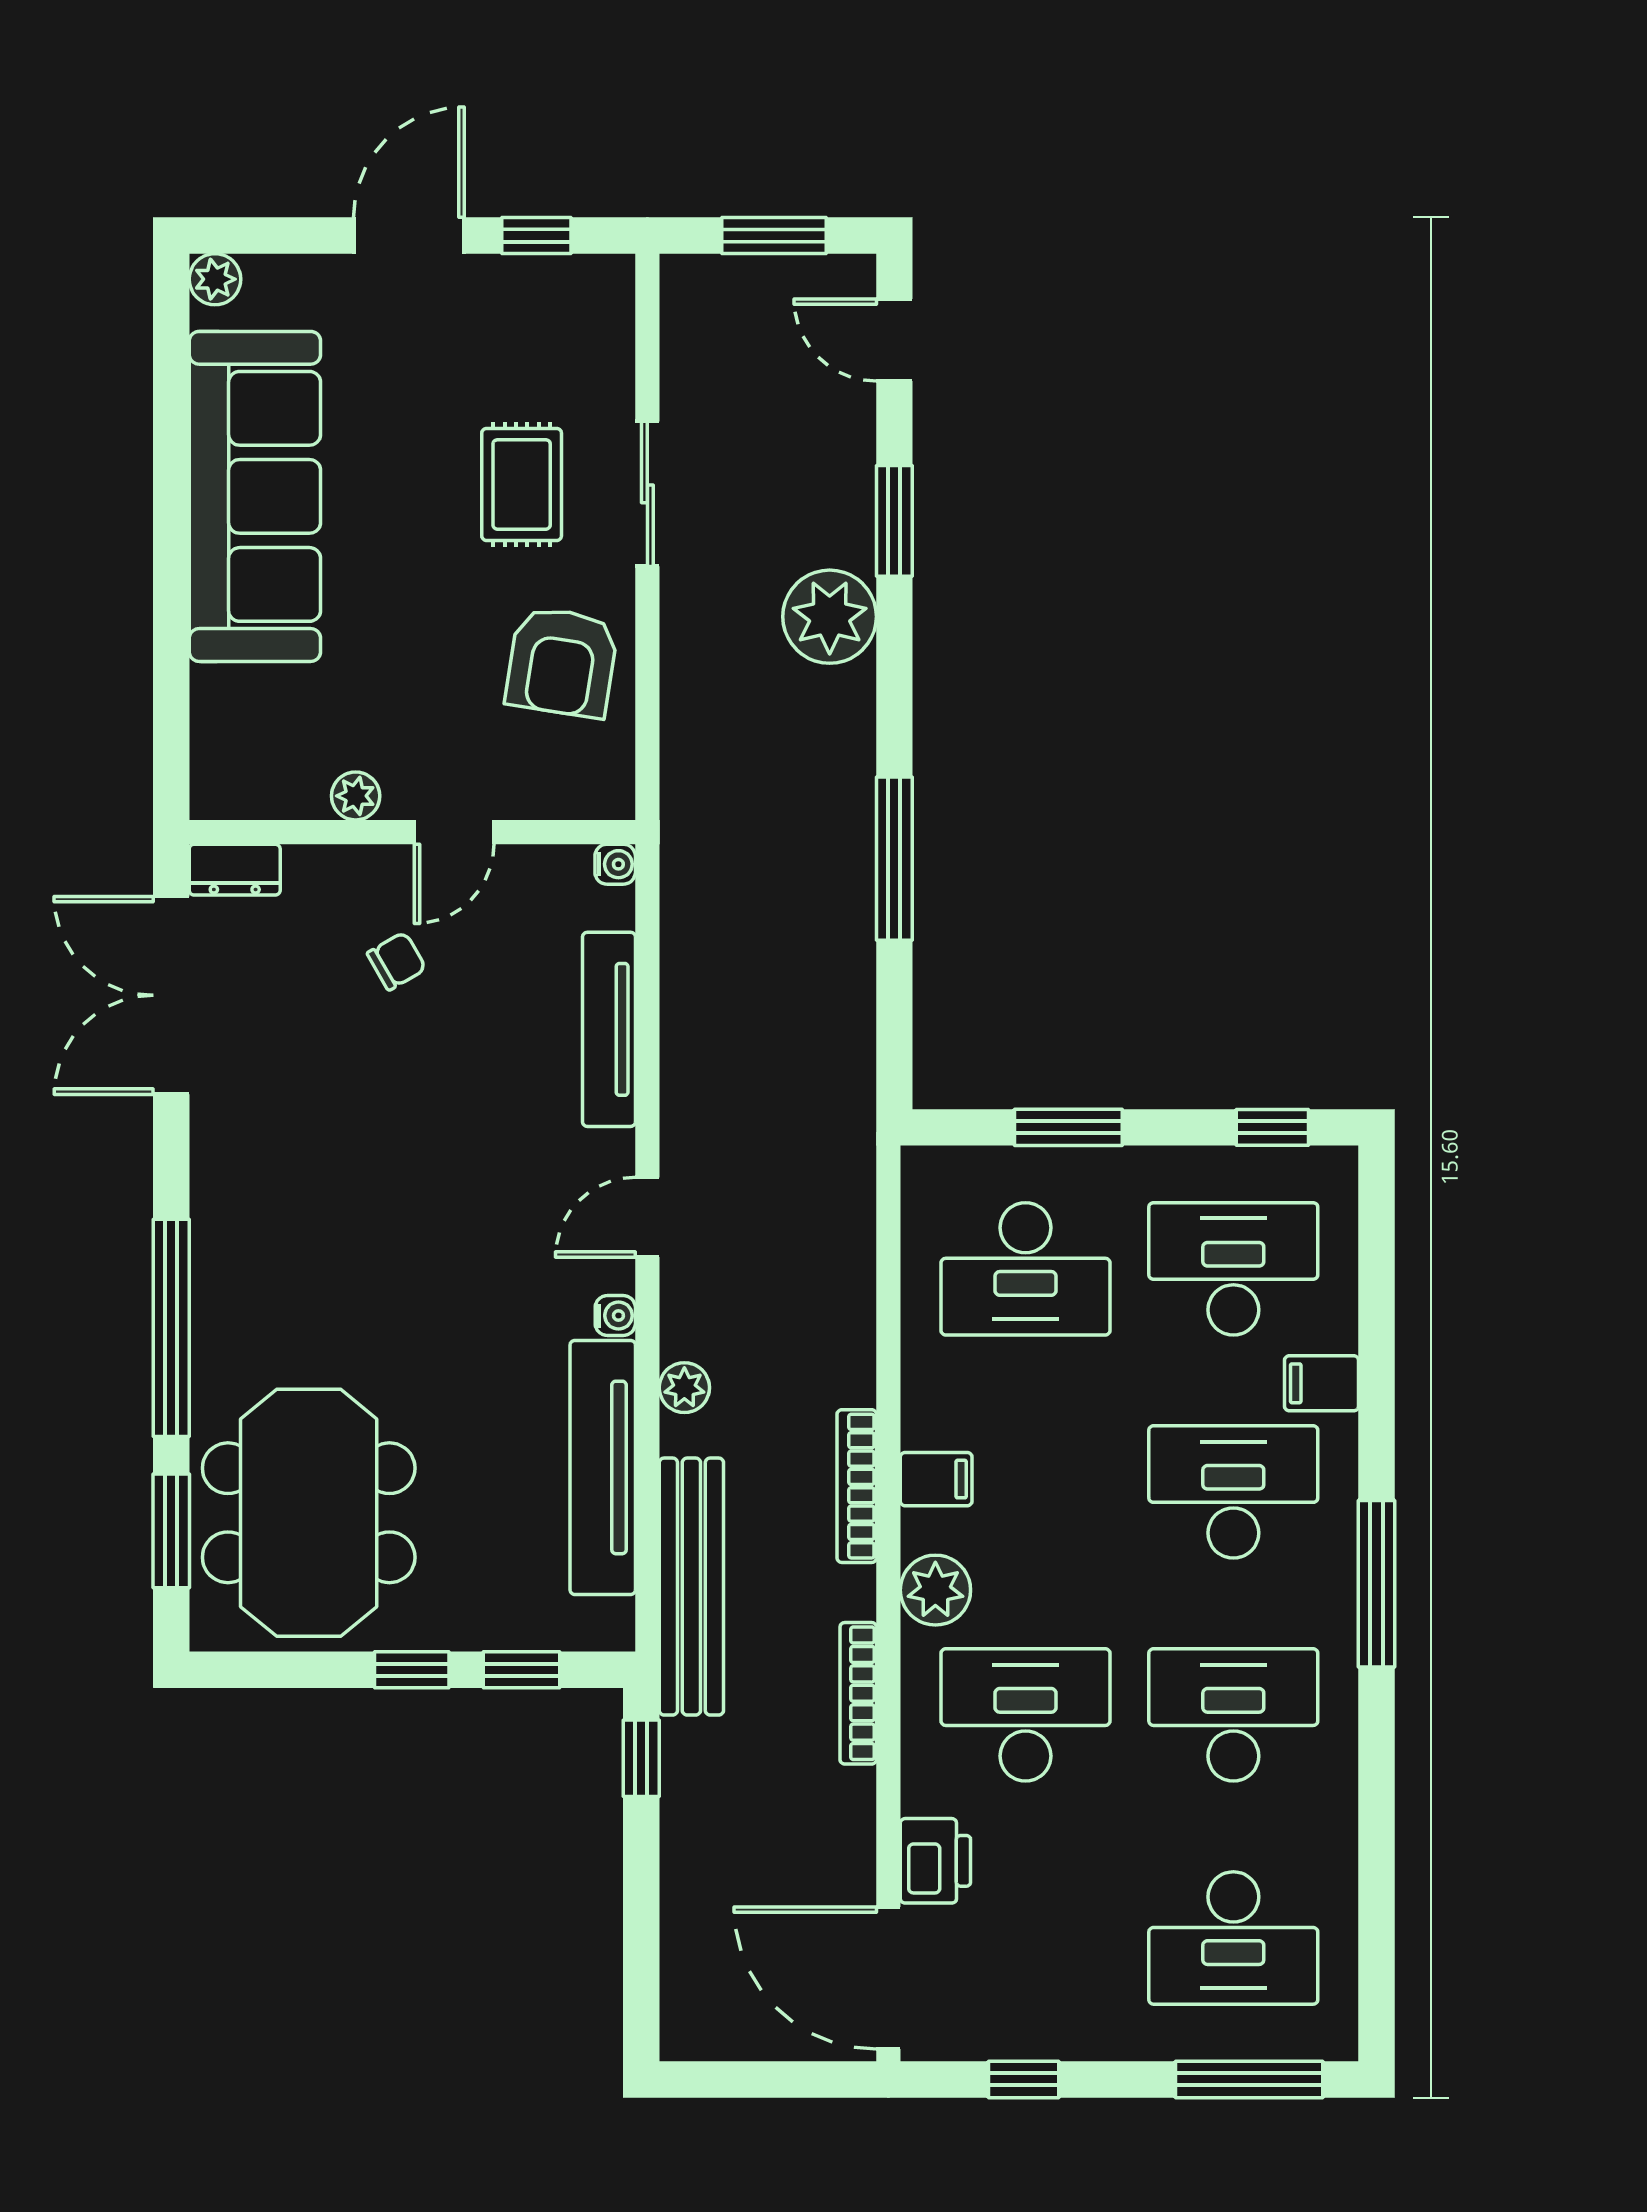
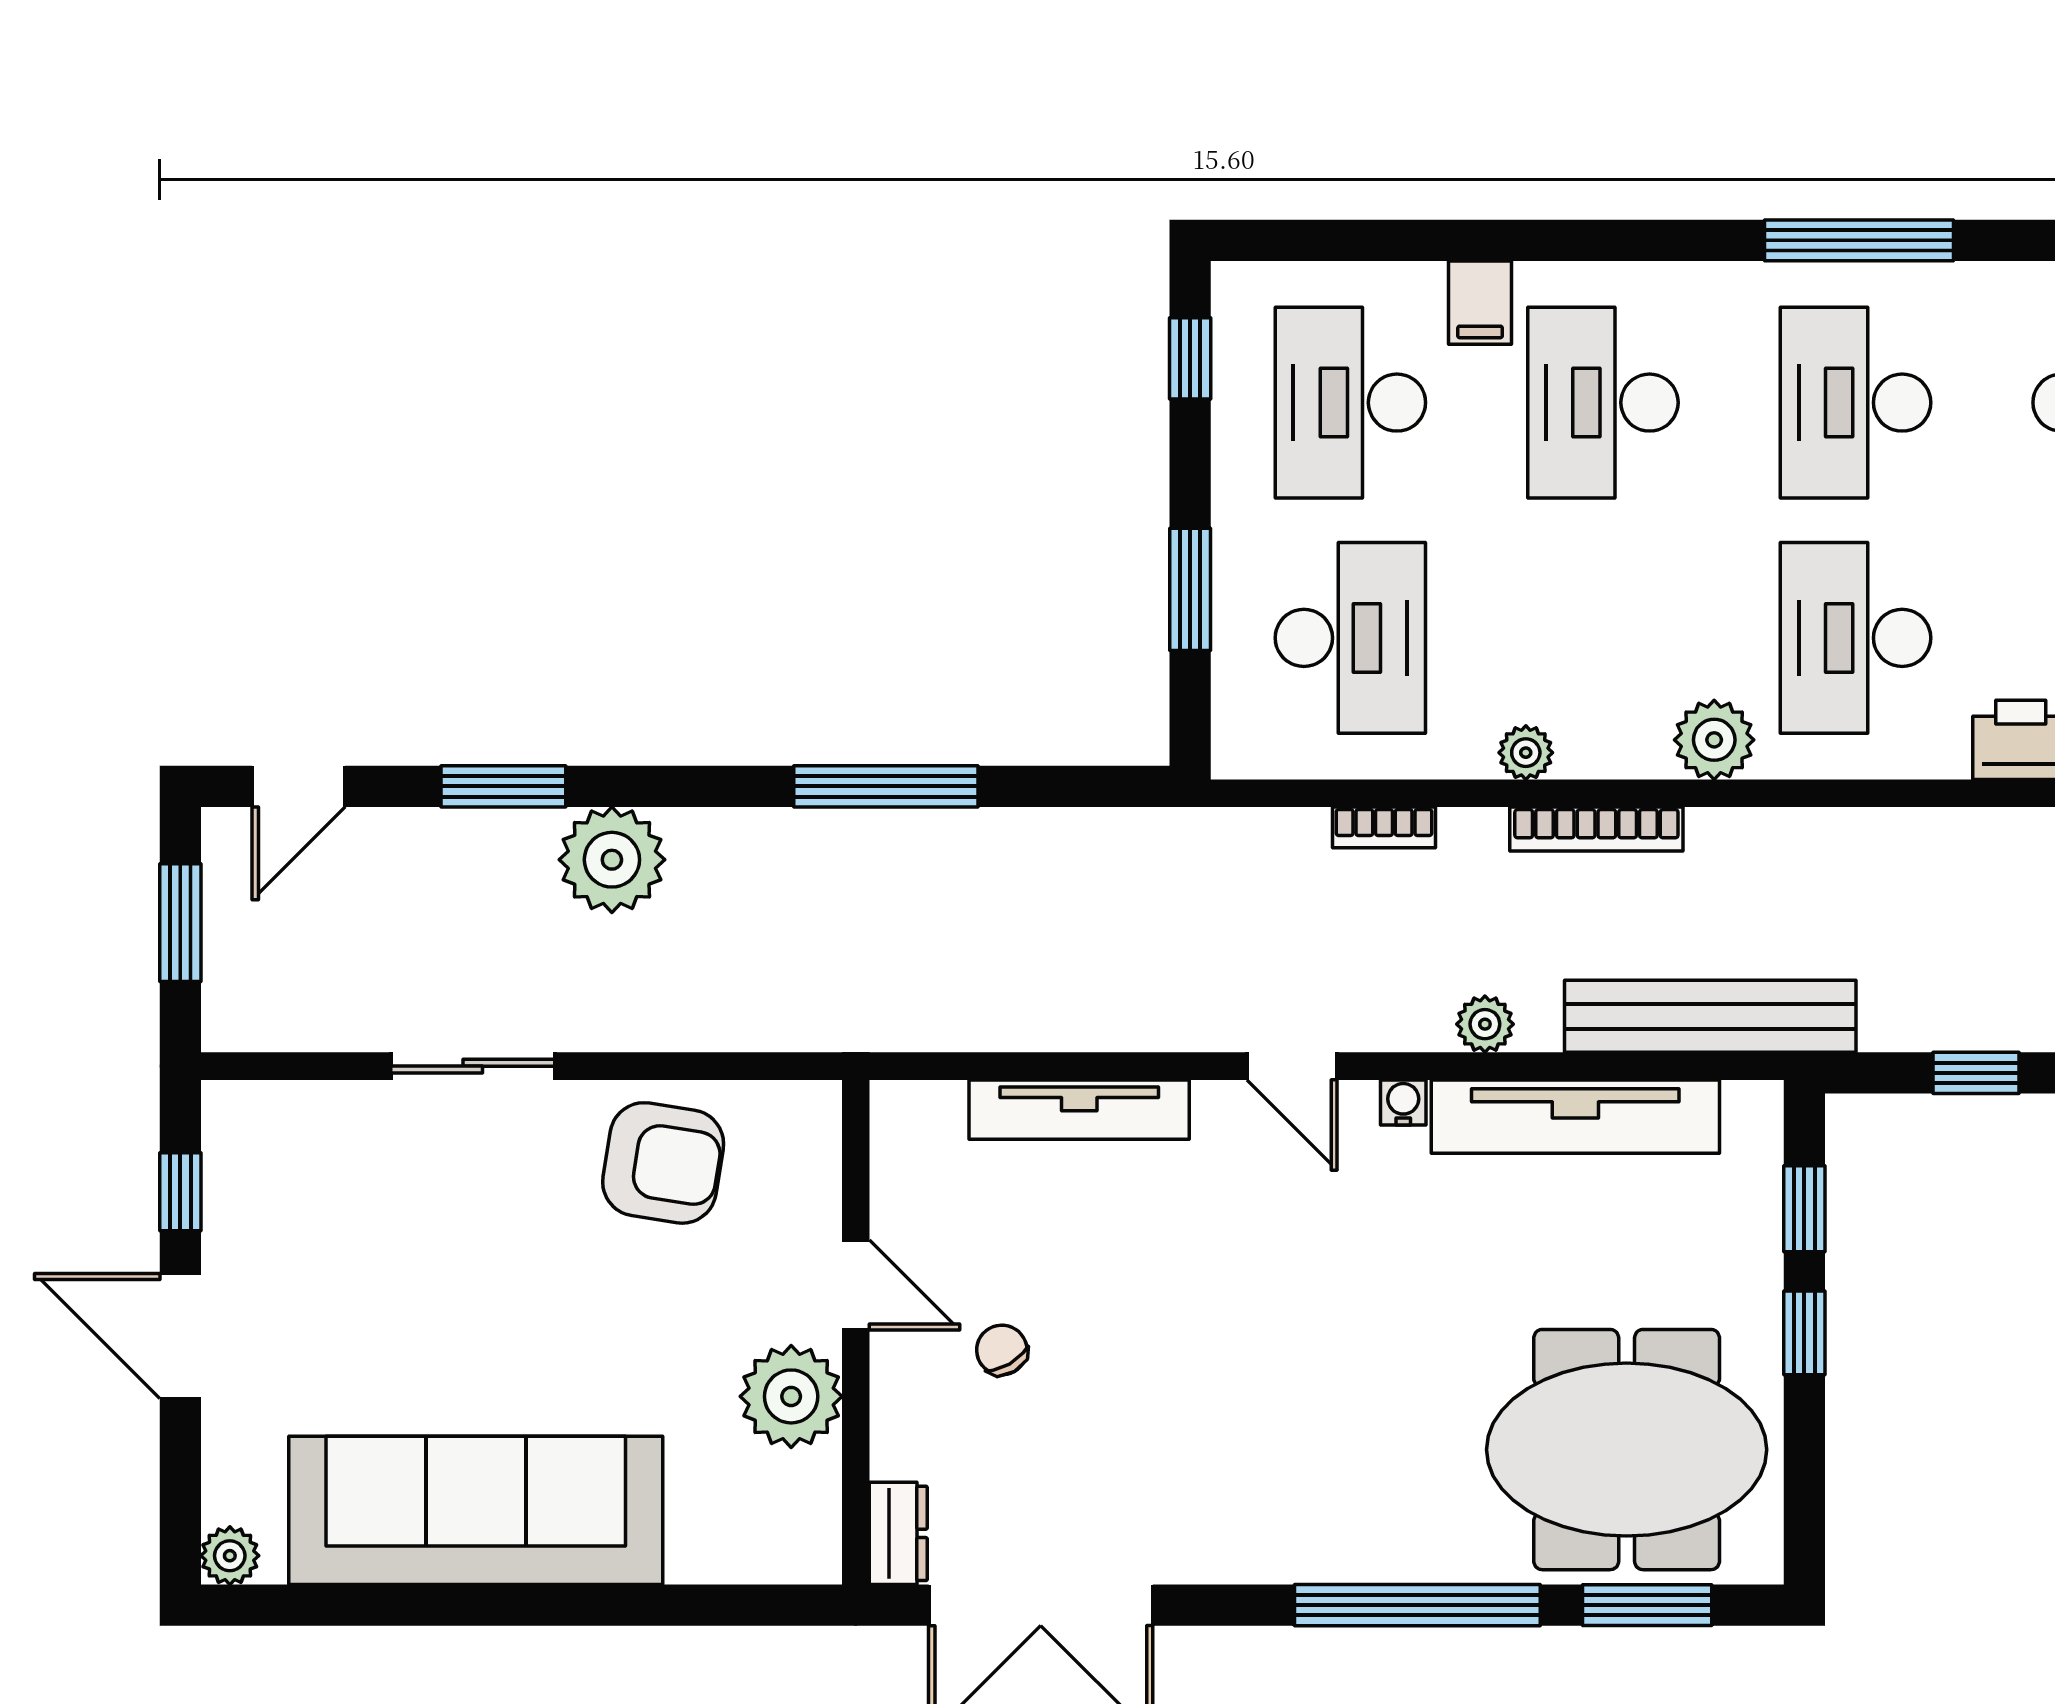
rug: (522, 484) -> (462, 1208), removed
plant: (356, 796) -> (791, 1396), width x1.87, depth x1.87
water cooler: (615, 864) -> (892, 1103), removed
plant: (924, 1424) -> (1526, 753), added
filing cabinet: (936, 1479) -> (1588, 739), removed
window: (1376, 1584) -> (1859, 240), moved
bookcase: (858, 1693) -> (1384, 827), moved, width x0.64
window: (641, 1758) -> (1976, 1073), moved

